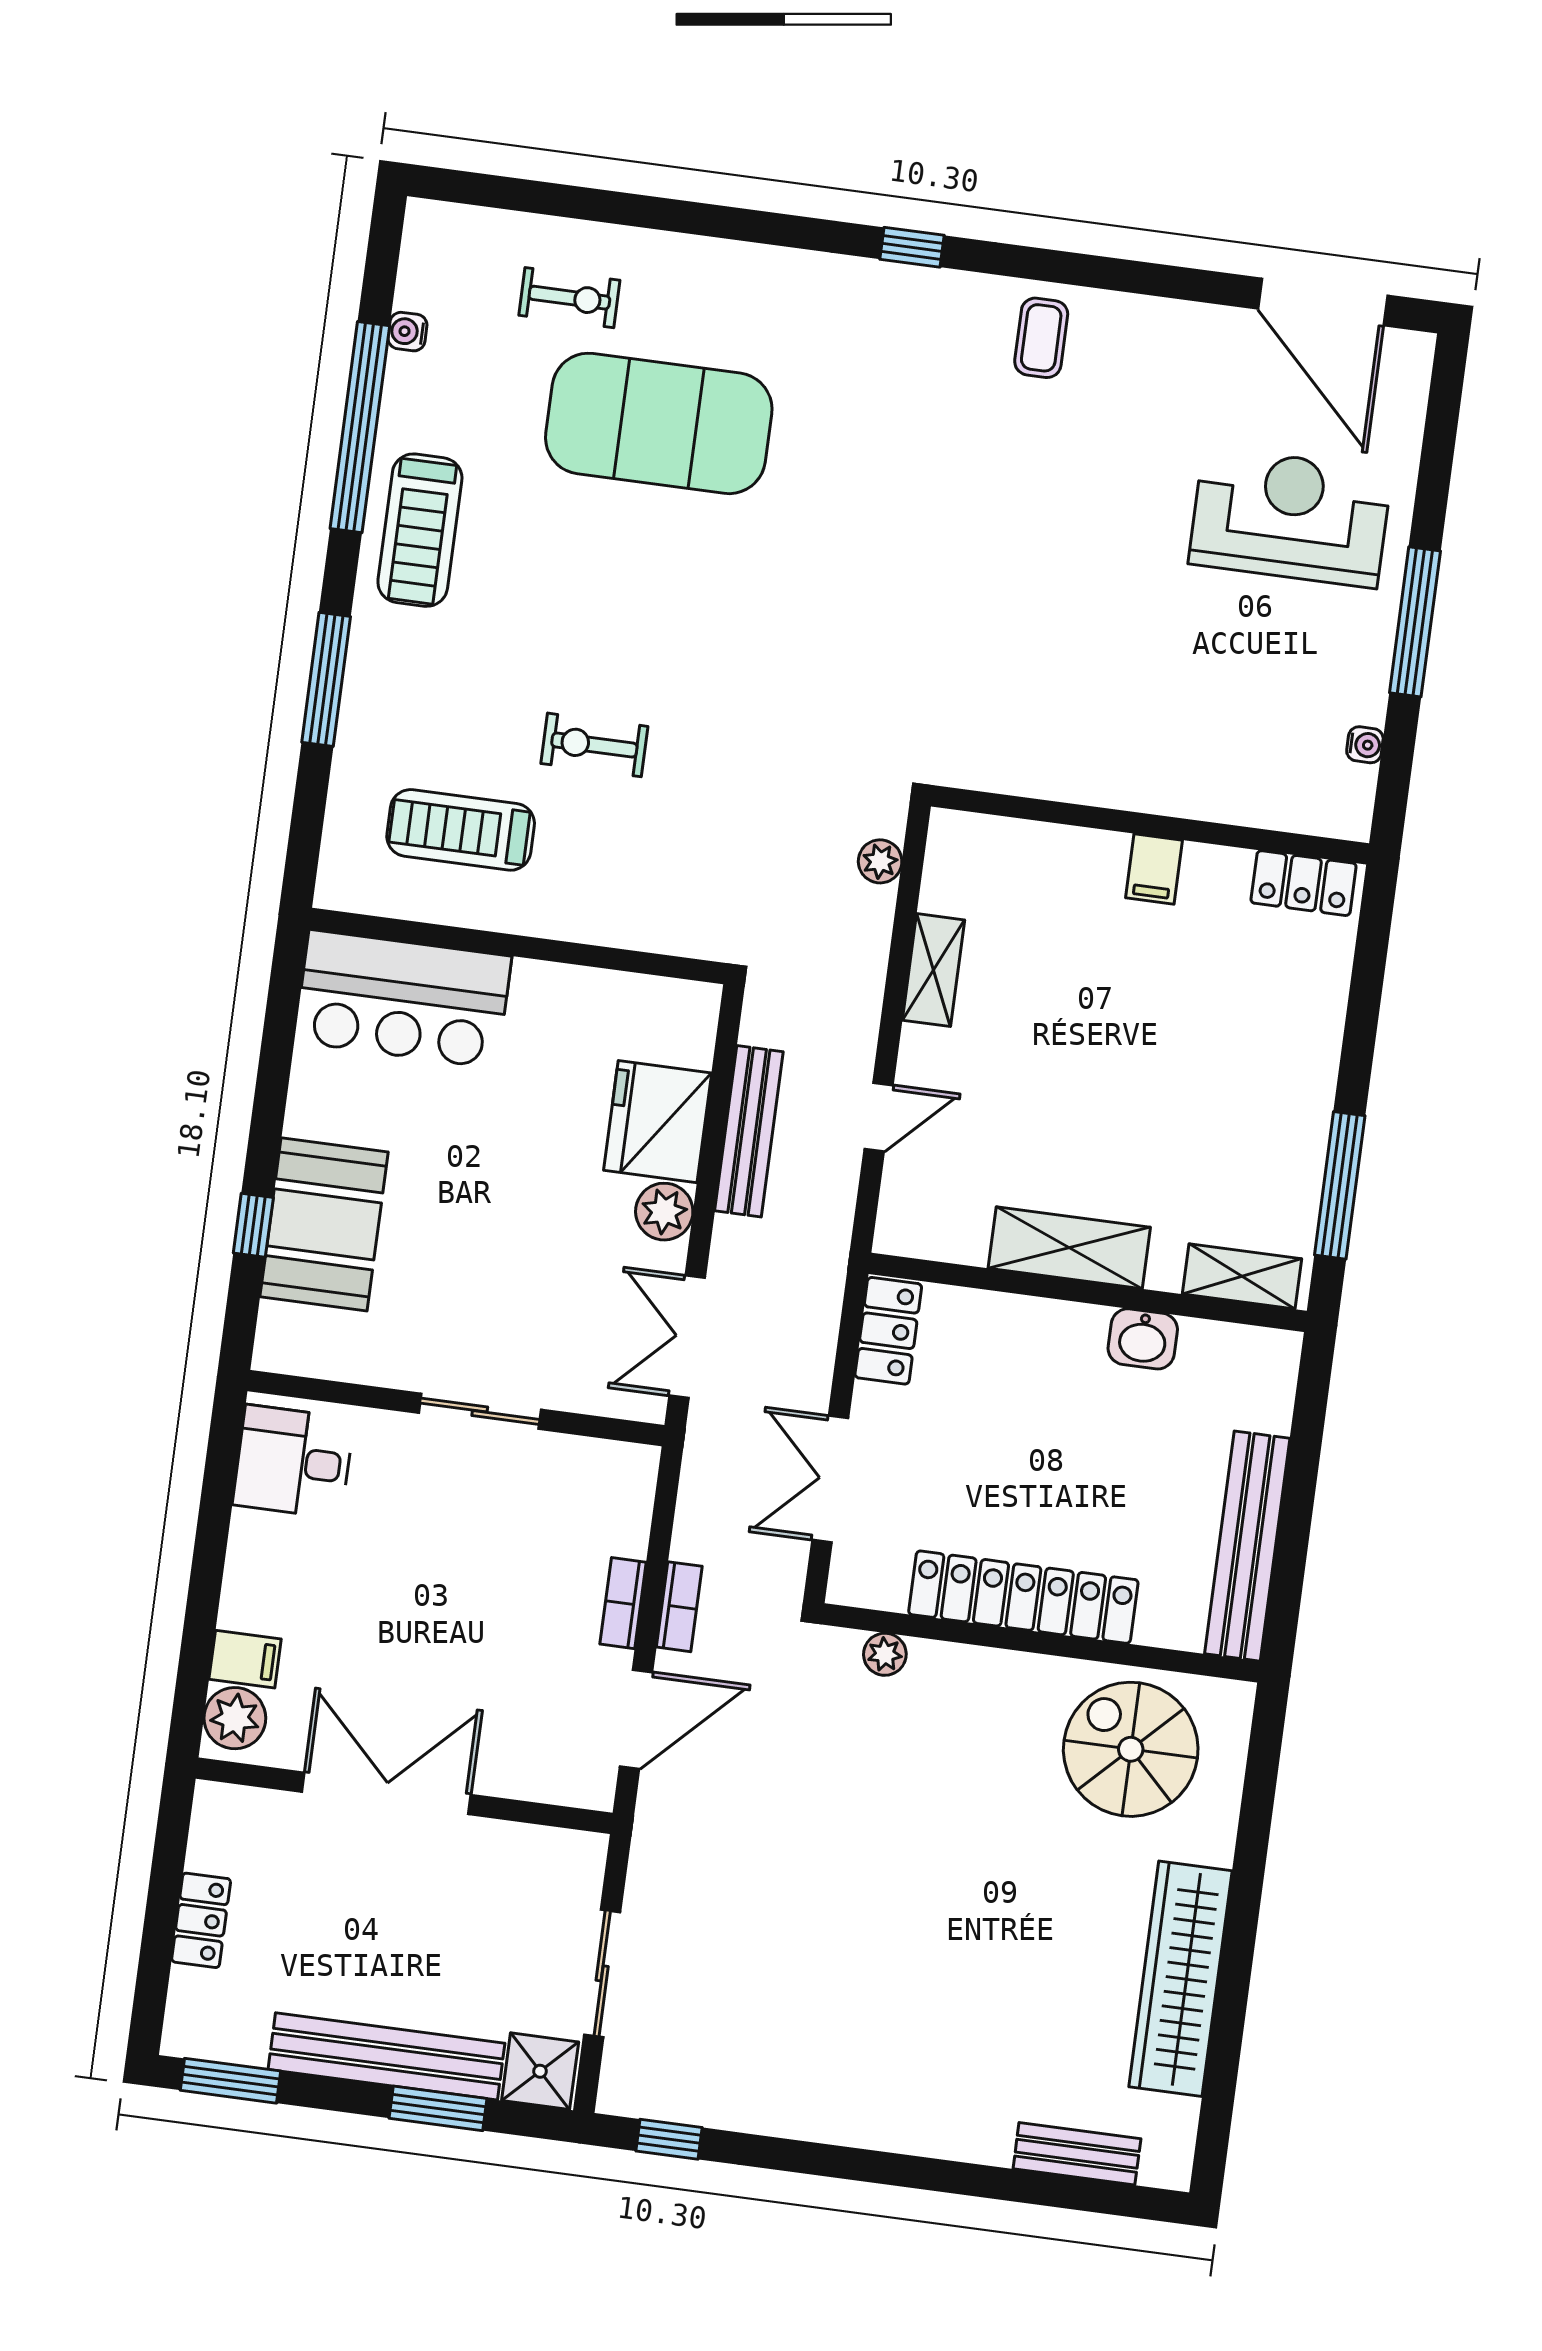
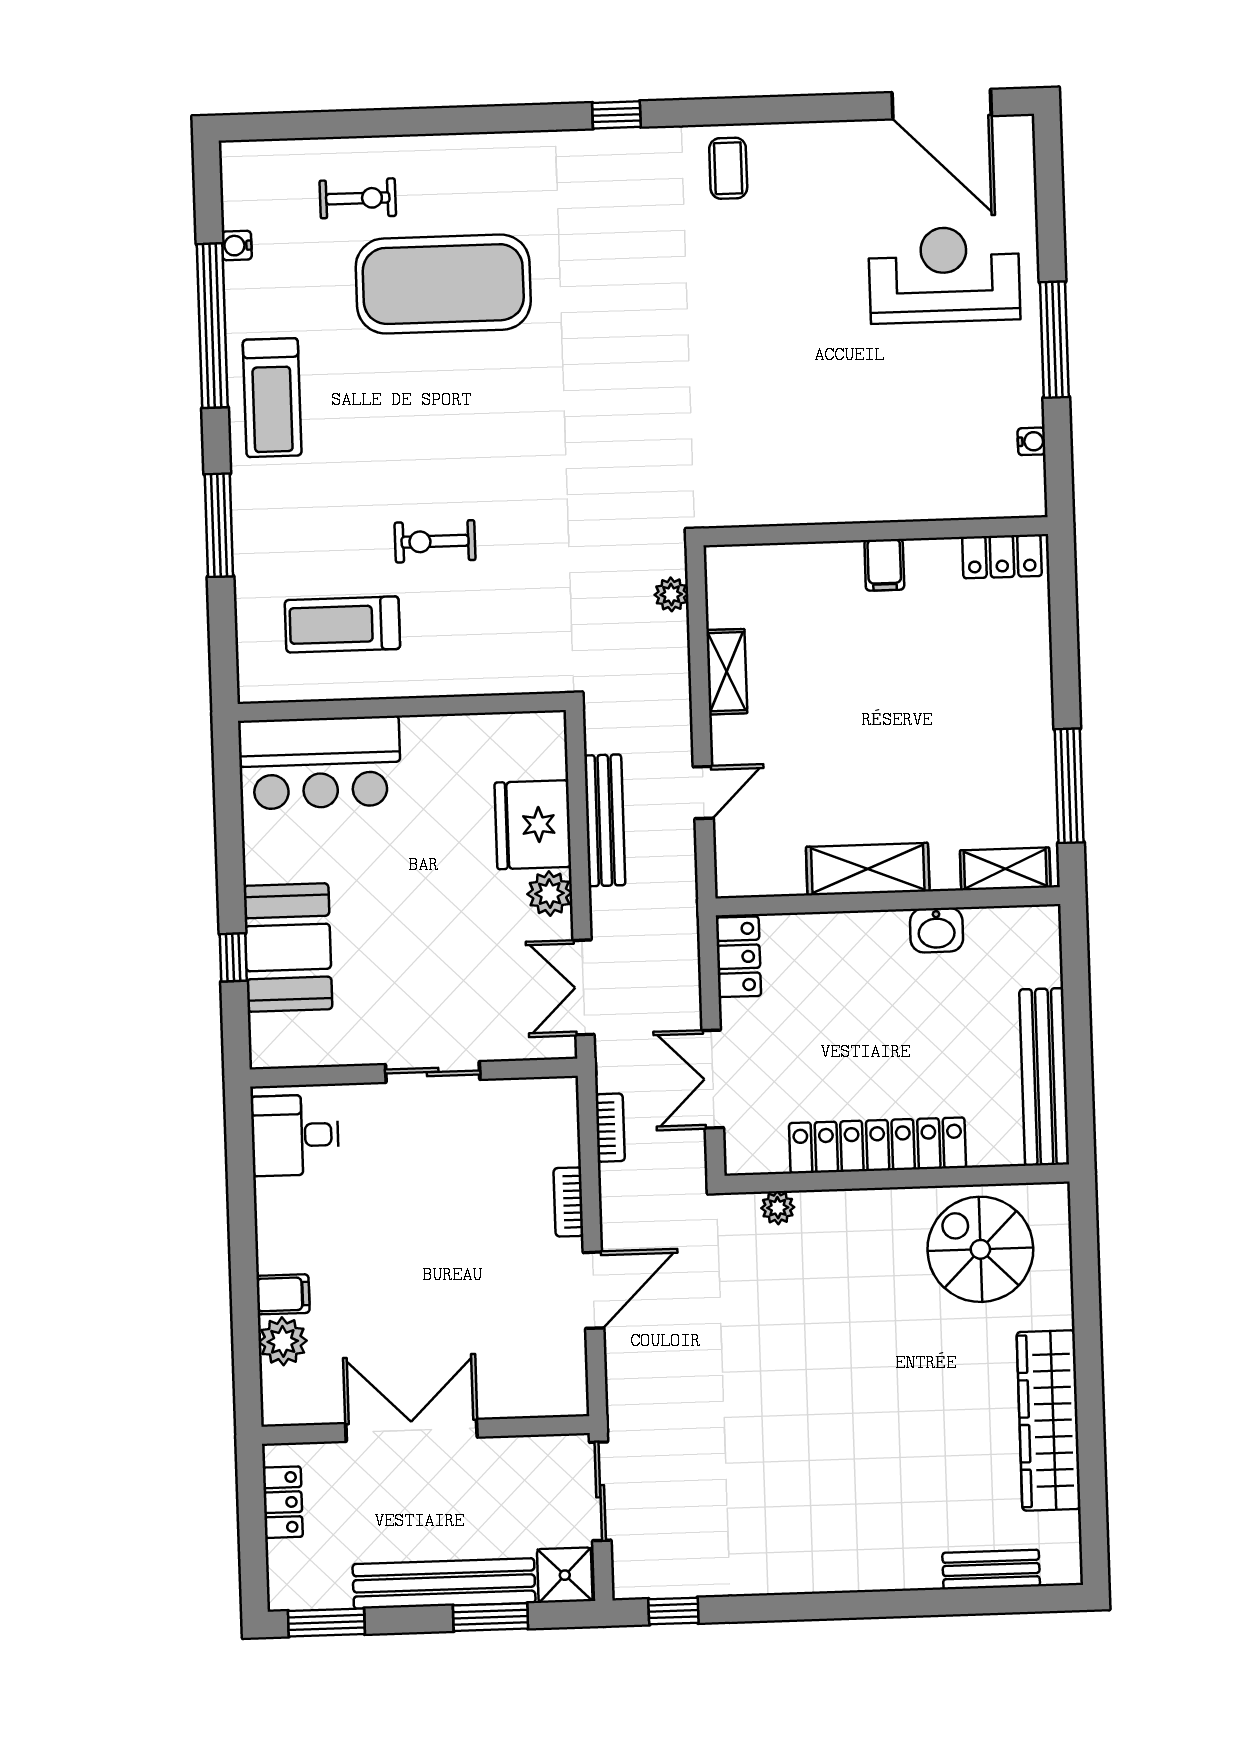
bookcase: (679, 1607) -> (610, 1128), moved
double door: (386, 1793) -> (411, 1430), moved
wall: (404, 1796) -> (426, 1430), moved

